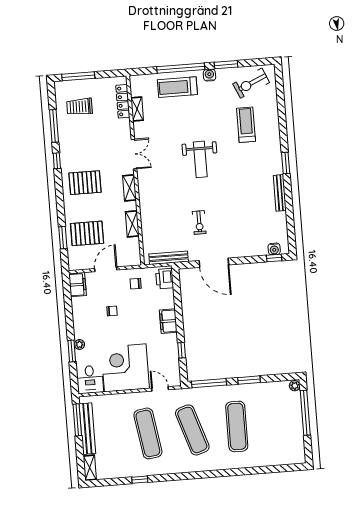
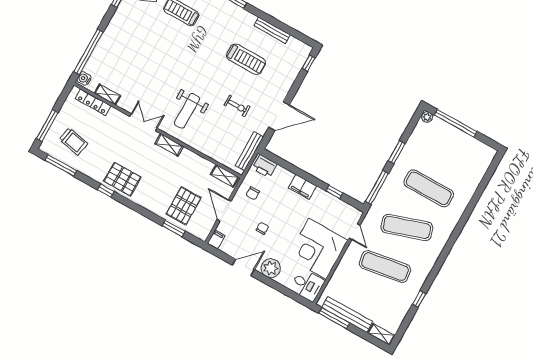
window: (181, 68) -> (88, 52), moved
water cooler: (209, 75) -> (84, 79), moved
treadmill: (177, 87) -> (246, 59), moved, turned -90
trolley: (79, 107) -> (73, 141), turned -79
window: (54, 126) -> (61, 165), moved
weight bench: (200, 159) -> (187, 111), moved, turned 90
pallet: (85, 183) -> (122, 179), moved, turned 90
bench: (280, 193) -> (272, 30), moved
shelving: (132, 224) -> (225, 176), moved
water cooler: (274, 249) -> (301, 58), removed
filing cabinet: (78, 285) -> (216, 239), width x0.50
door: (69, 317) -> (243, 267), added
plant: (79, 345) -> (271, 268), width x1.88, depth x1.88
window: (72, 351) -> (274, 284), removed
door: (160, 389) -> (355, 232), swing flipped

